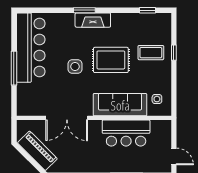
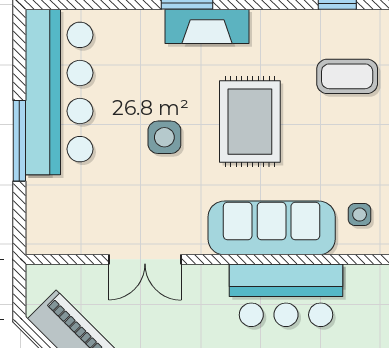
coffee table: (151, 53) -> (347, 76), moved
rug: (111, 60) -> (250, 122), turned 90
double door: (67, 118) -> (145, 259), width x0.73

